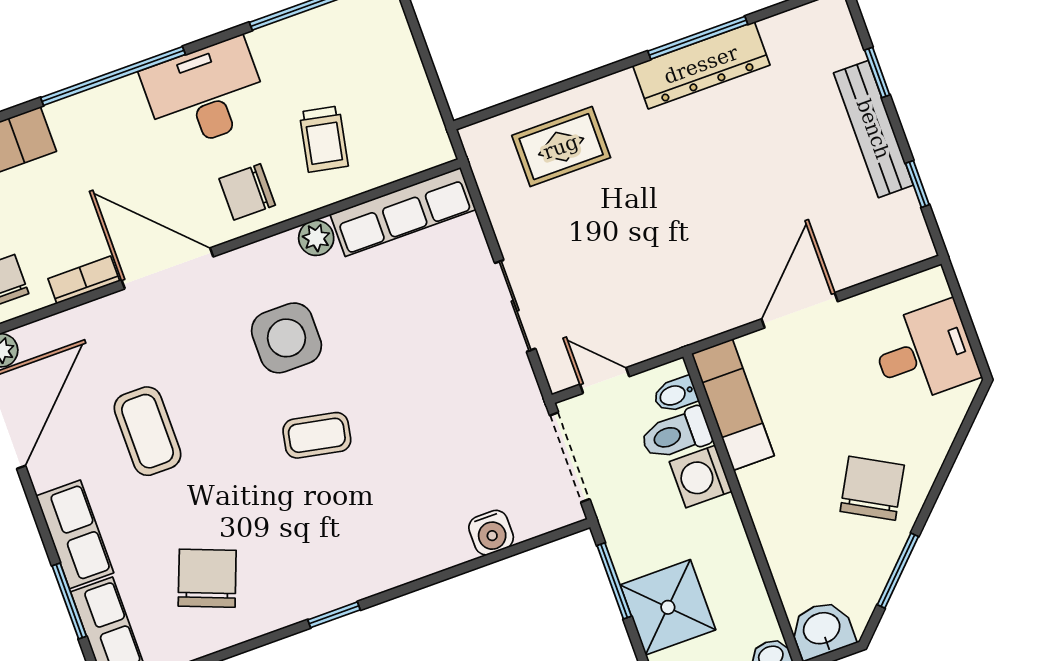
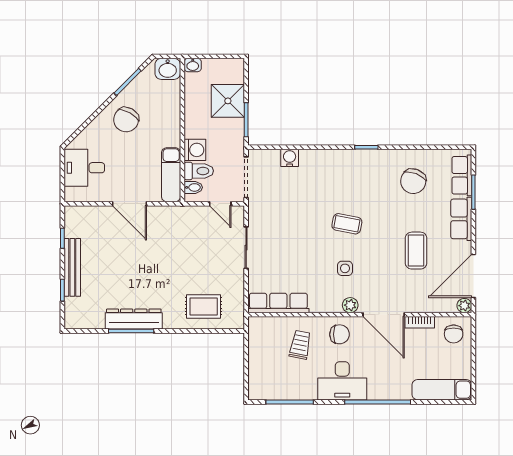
plant: (316, 238) -> (350, 305), moved
door: (800, 310) -> (130, 204), hinge flipped
side table: (286, 338) -> (345, 268), width x0.54, depth x0.54

